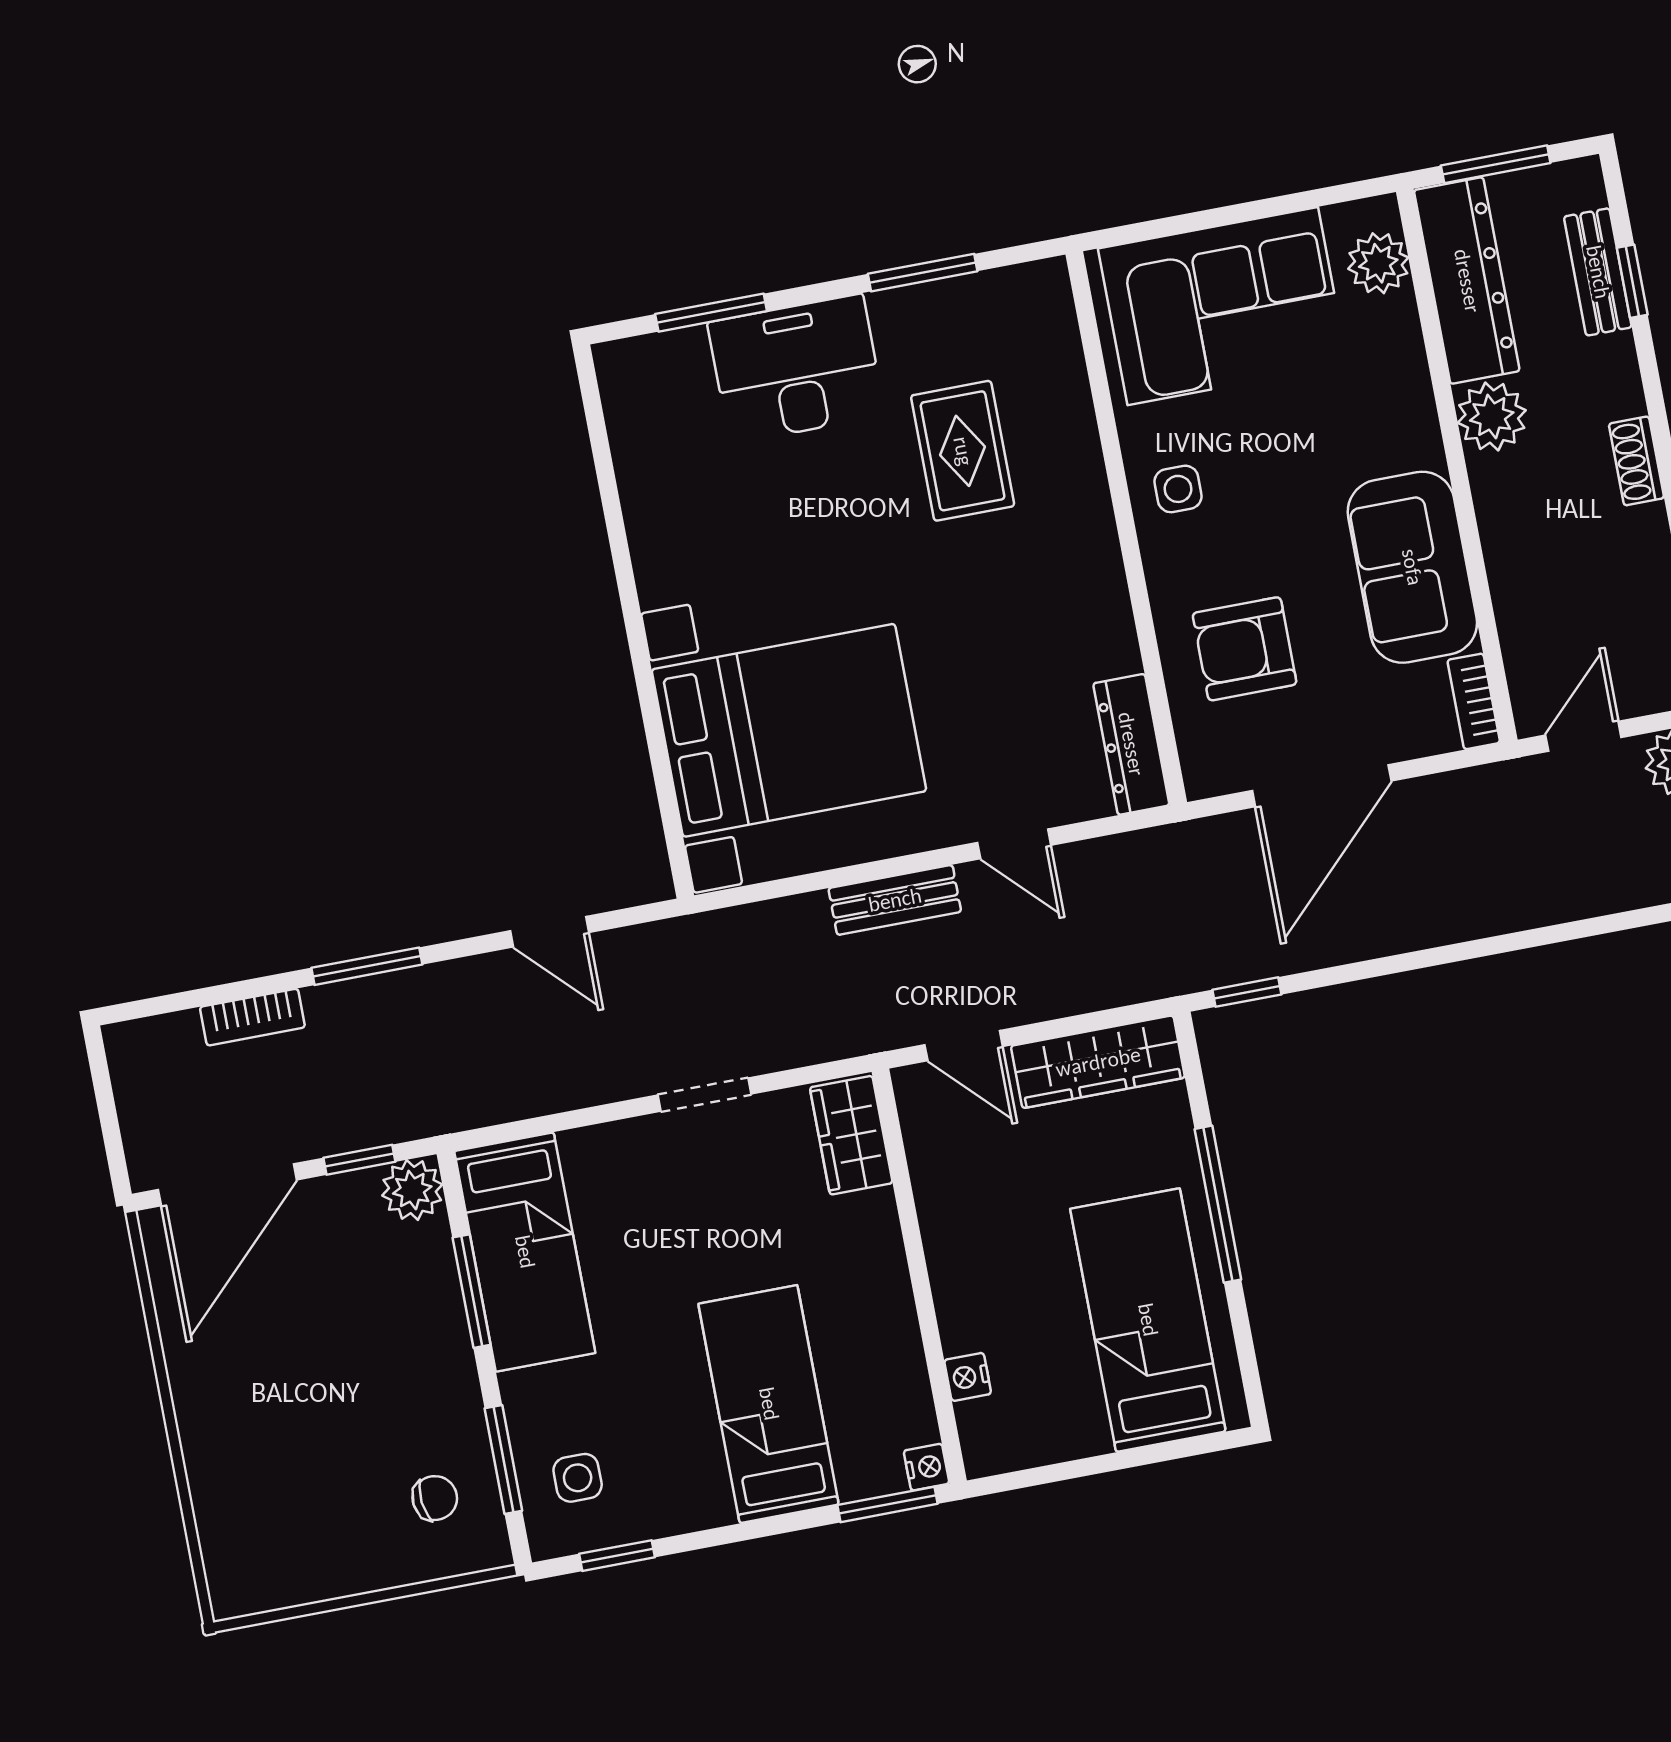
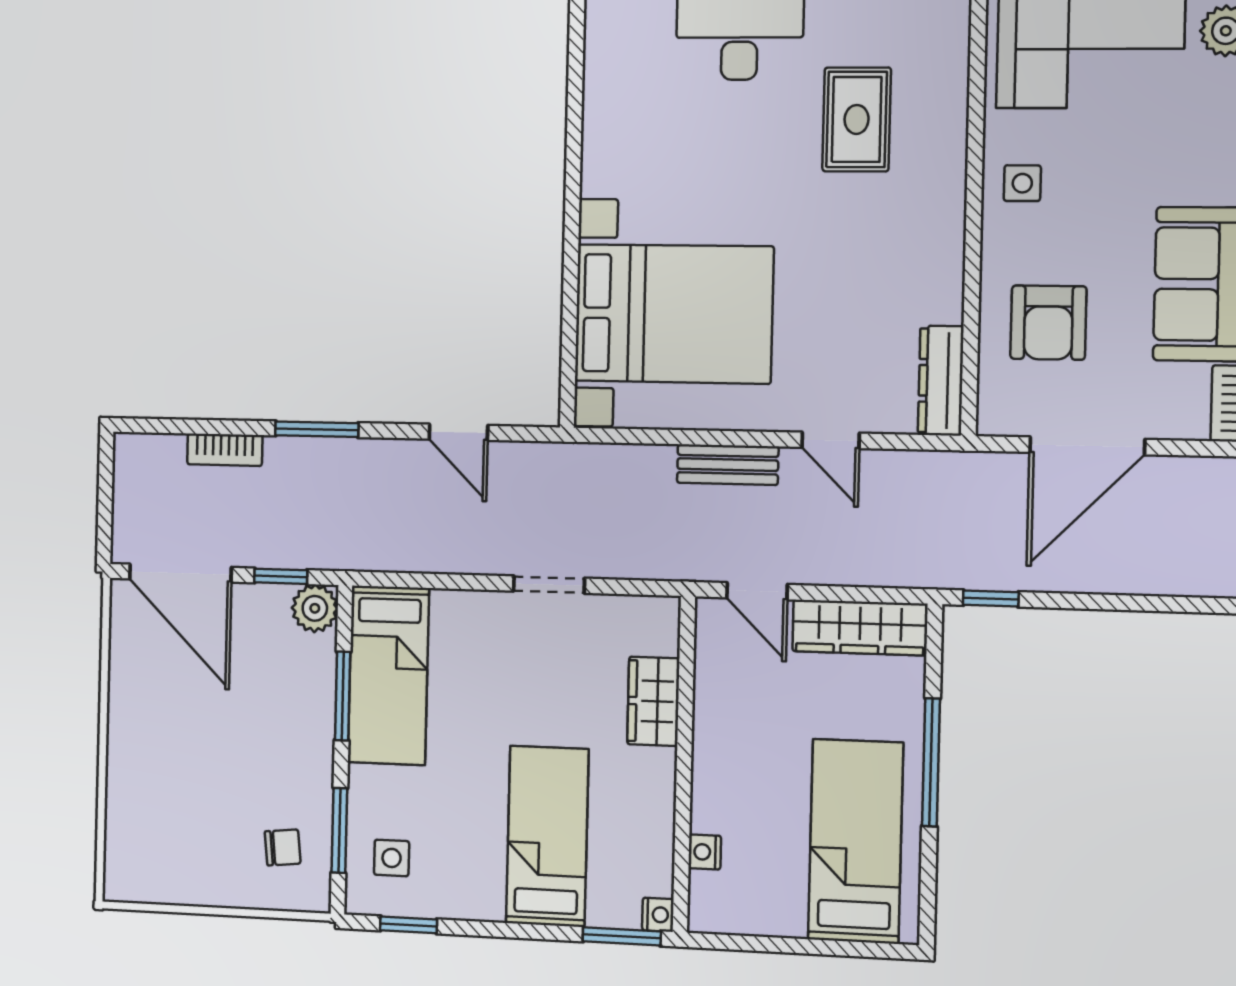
armchair: (1245, 649) -> (1048, 323), turned -90
wardrobe: (851, 1135) -> (653, 701), moved
door: (227, 1185) -> (180, 573), hinge flipped

